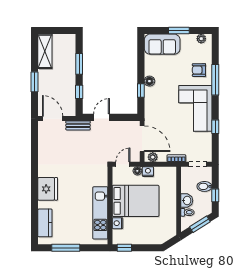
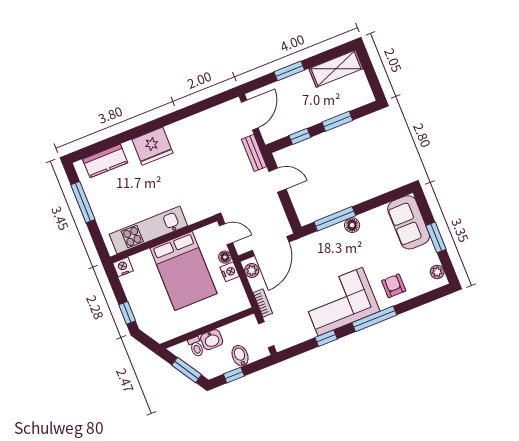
window: (215, 80) -> (374, 319), moved
window: (141, 91) -> (335, 219), width x2.17
nightstand: (118, 223) -> (123, 267), moved
window: (124, 248) -> (127, 313), moved

